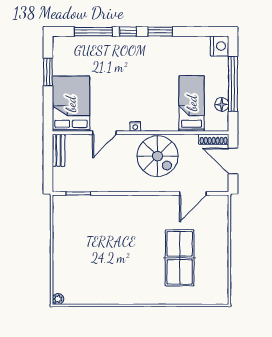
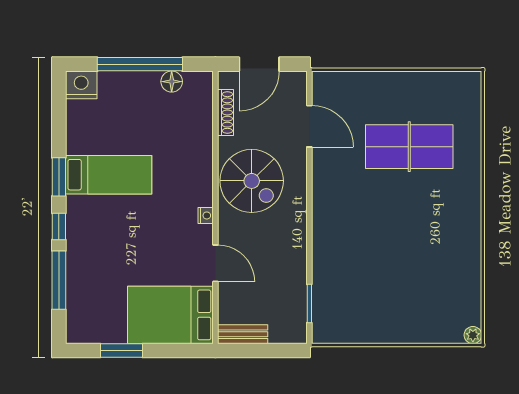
bed: (192, 103) -> (109, 175), moved, turned 180
shoe rack: (214, 139) -> (226, 112), moved
spiral stairs: (158, 156) -> (252, 181), turned 90

